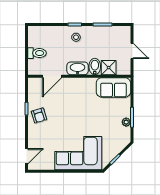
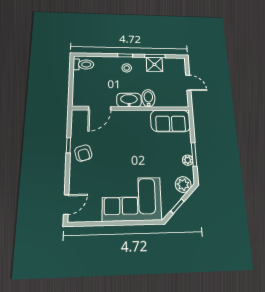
toilet: (37, 53) -> (83, 64), moved
shower: (109, 68) -> (154, 64), moved
plant: (121, 142) -> (183, 185), added

